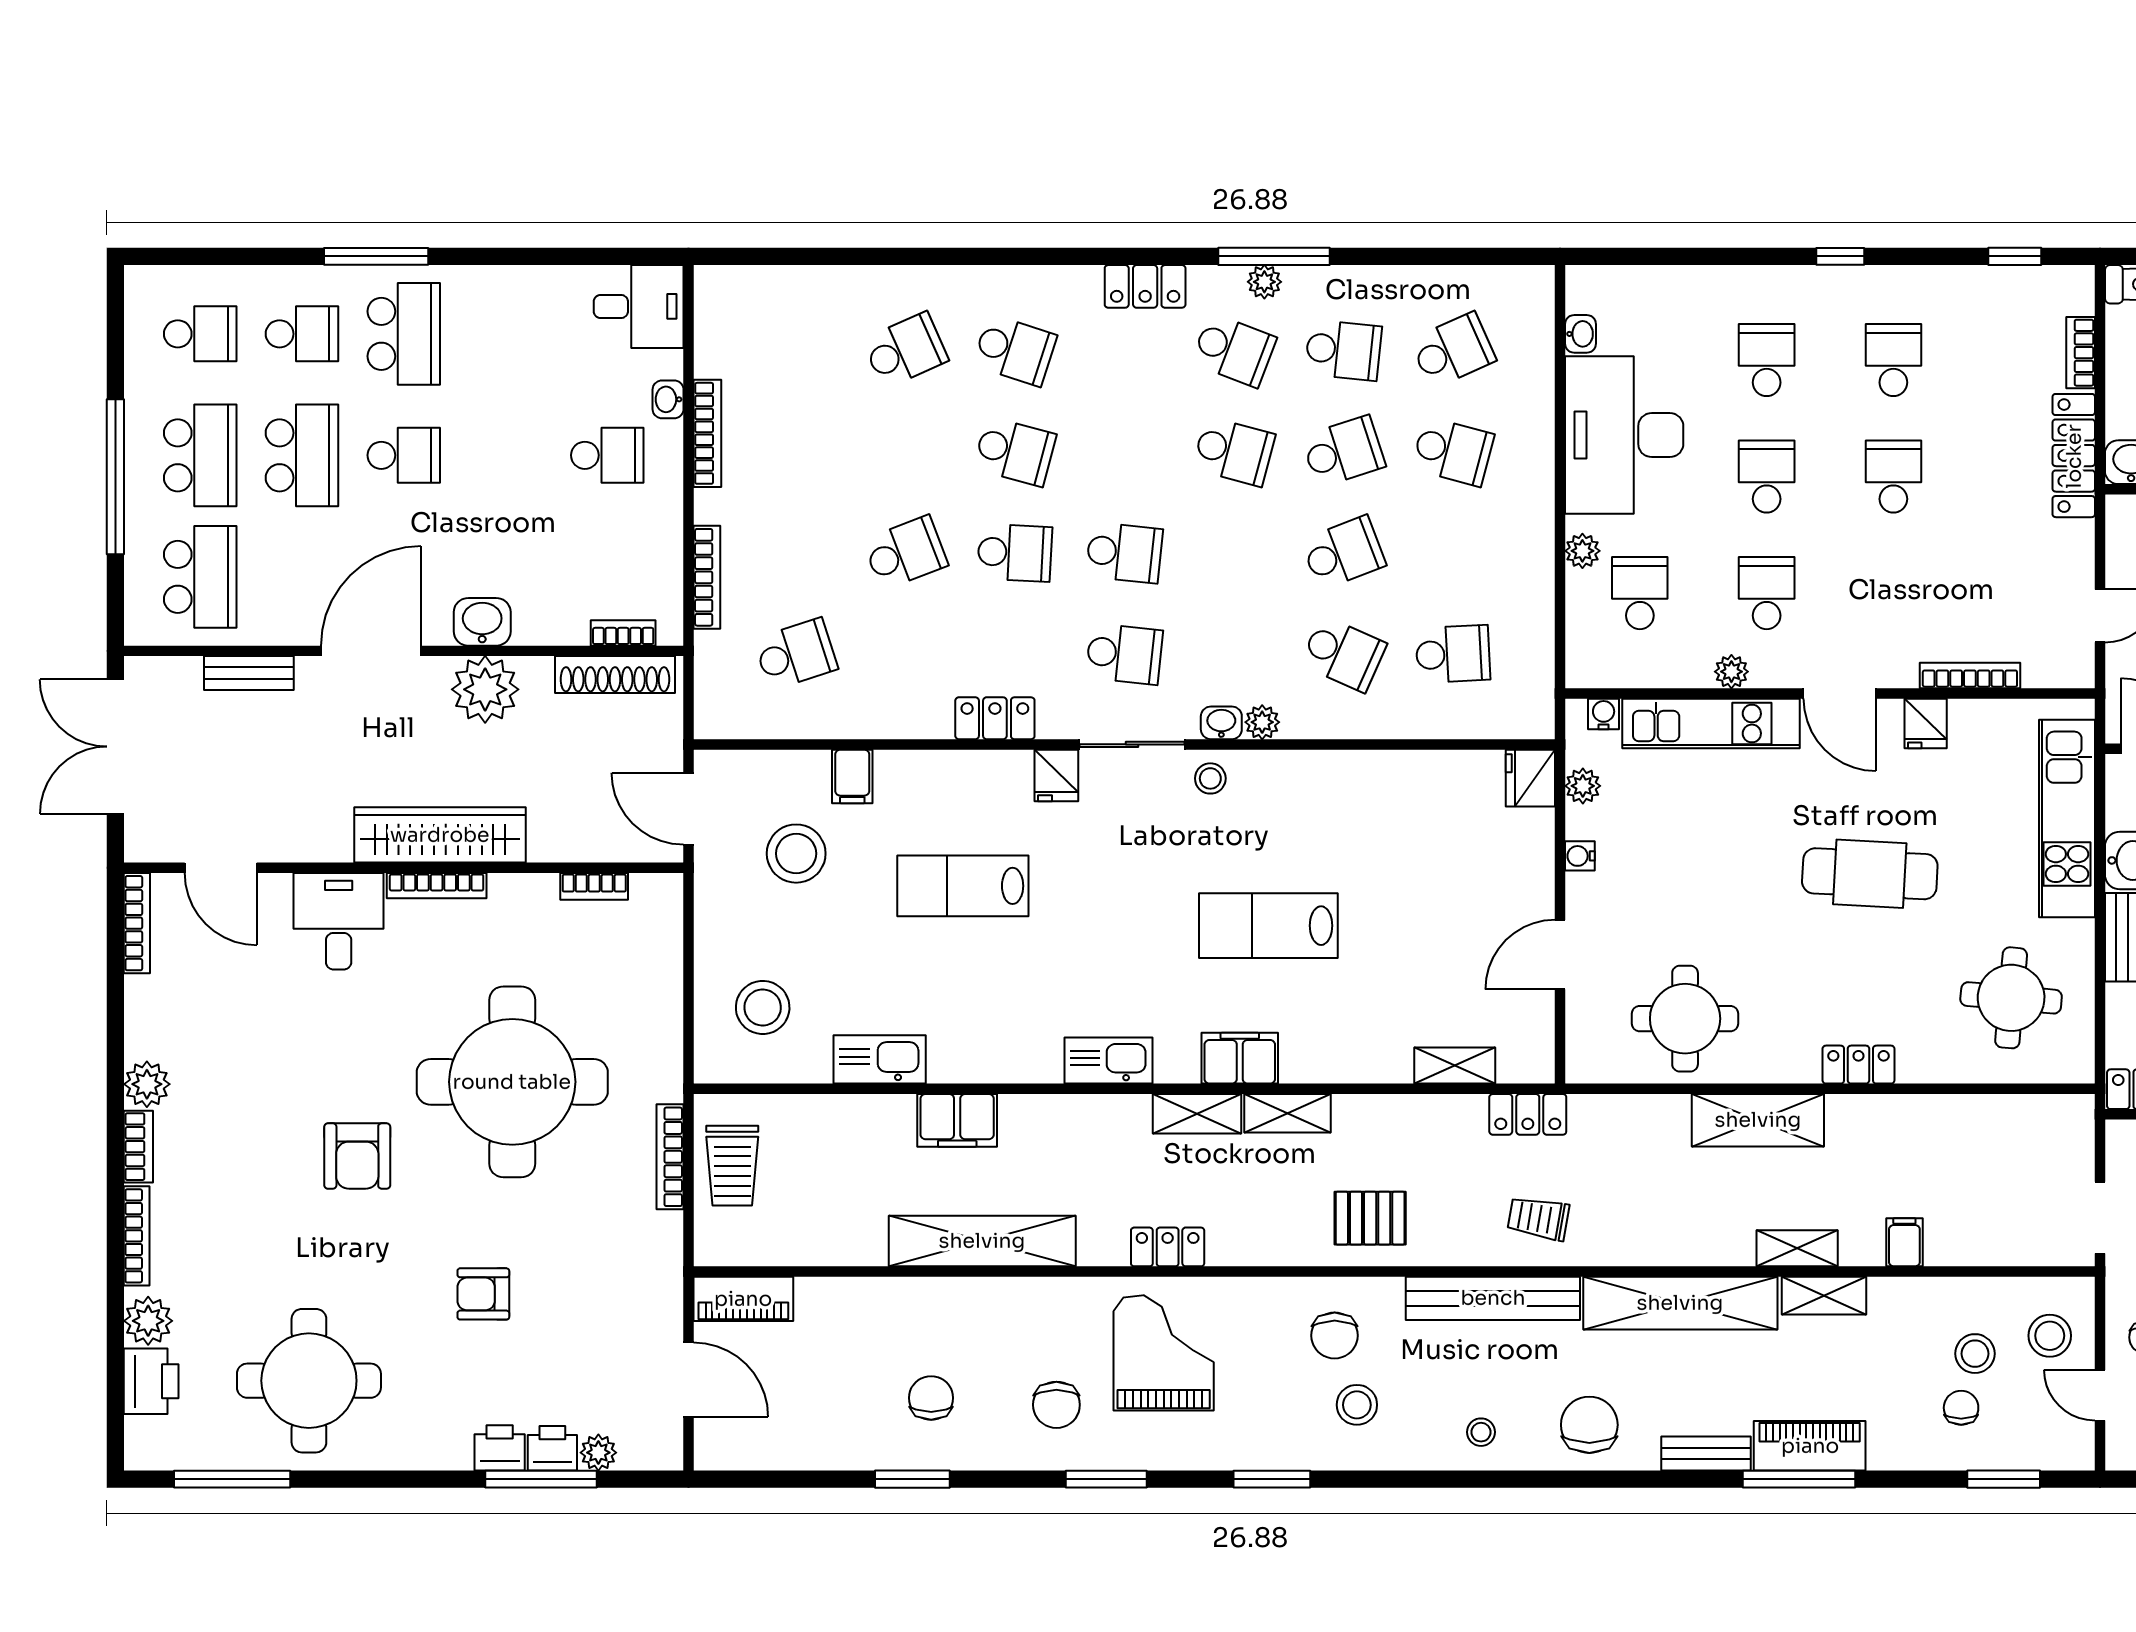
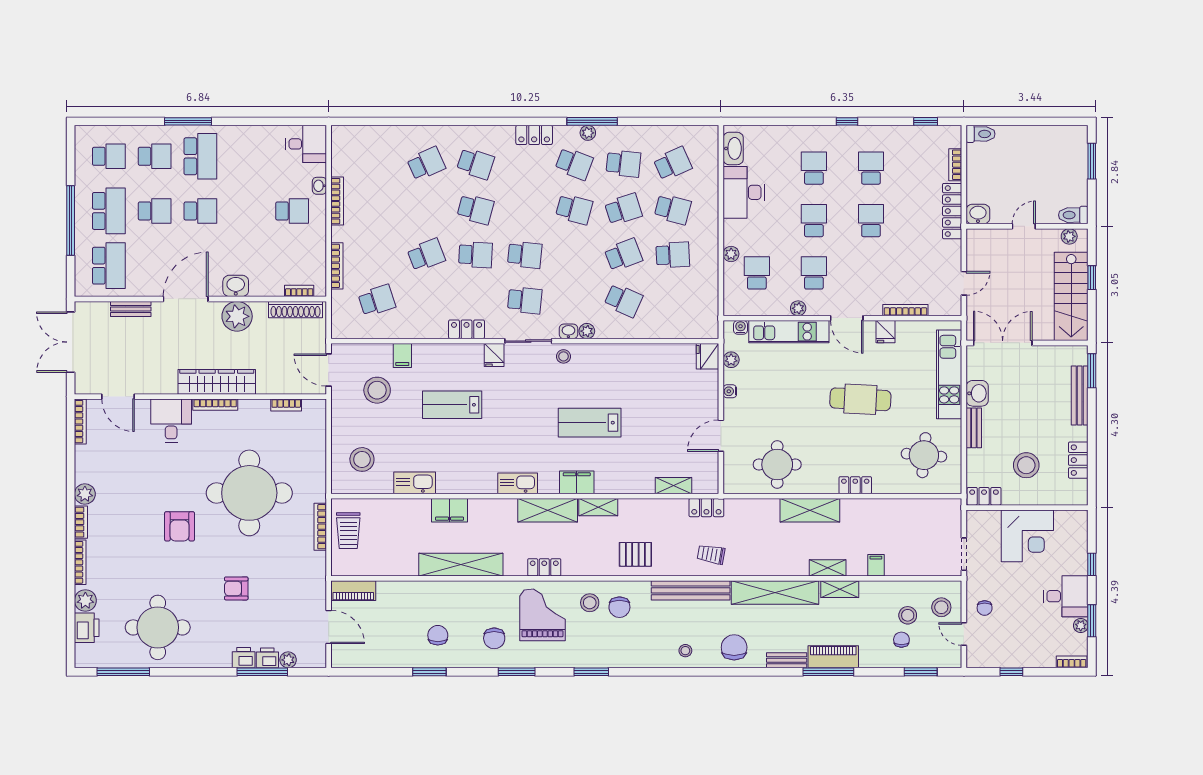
washbasin: (1580, 334) -> (733, 148), width x1.91, depth x1.45
desk: (1624, 435) -> (744, 192), width x0.73, depth x0.77
school desk: (302, 455) -> (155, 211), width x0.54
school desk: (1453, 654) -> (673, 255), moved
shelving: (1197, 1114) -> (548, 510), width x1.50, depth x1.33
stool: (1357, 1405) -> (590, 603), moved

